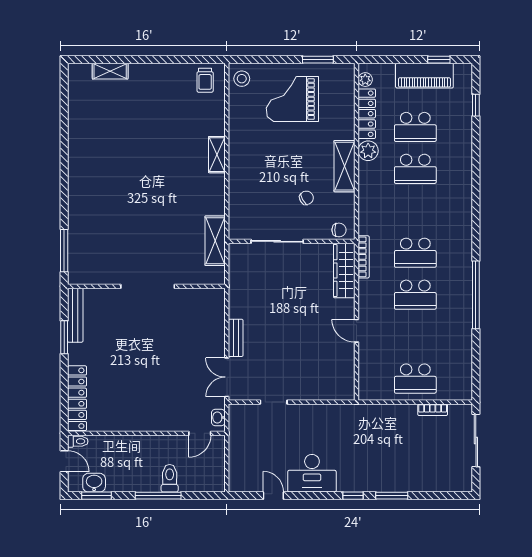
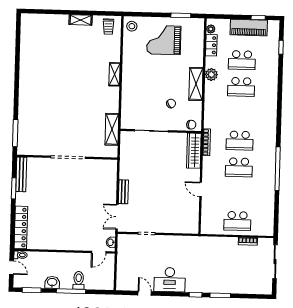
shelving: (110, 71) -> (81, 20), moved
locker: (367, 114) -> (211, 45), width x0.66
washbasin: (94, 483) -> (52, 282), moved

